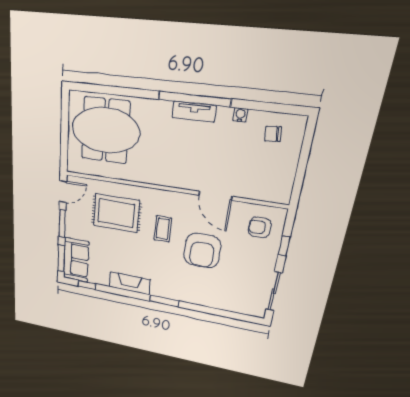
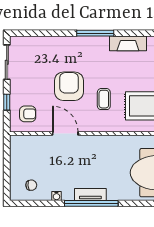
window: (164, 301) -> (95, 33), width x1.44

